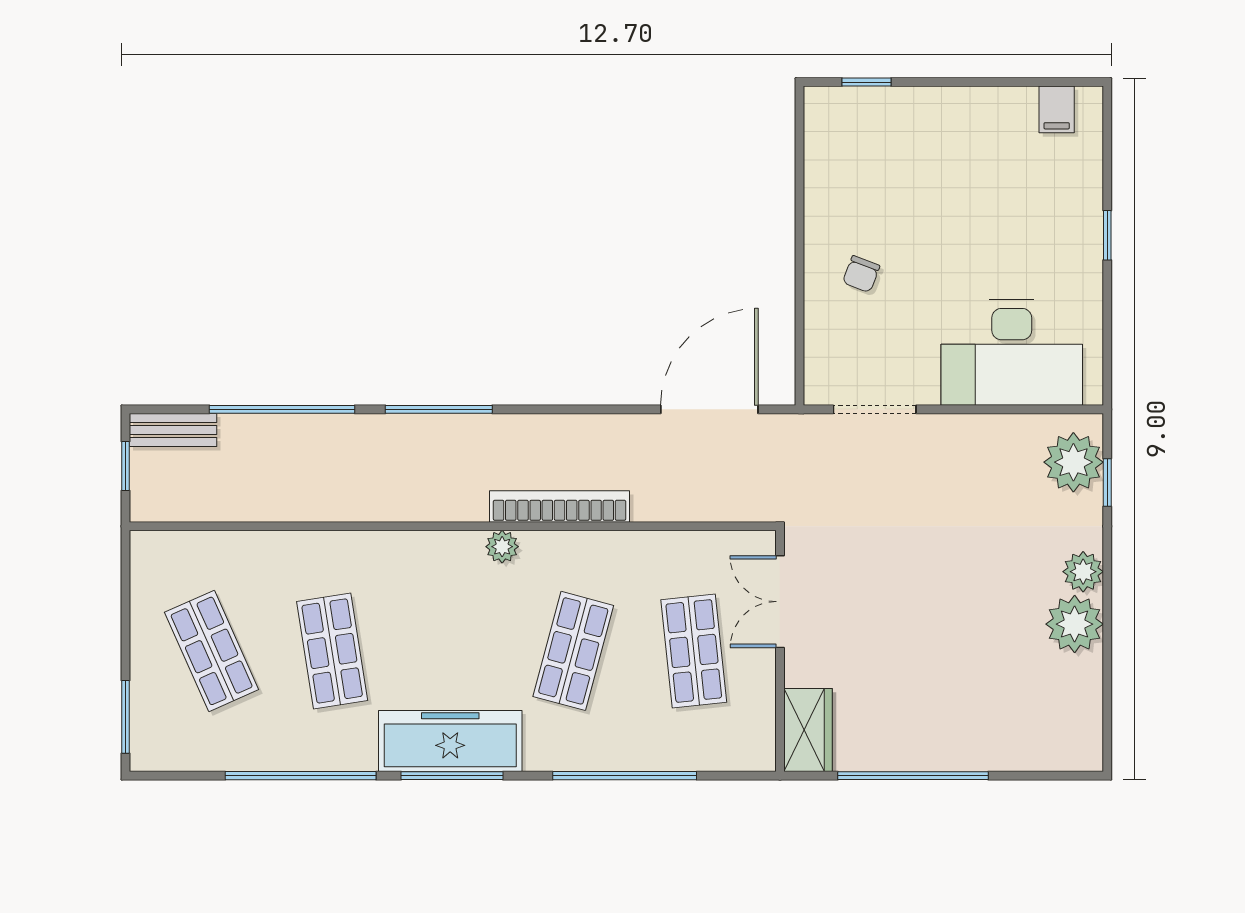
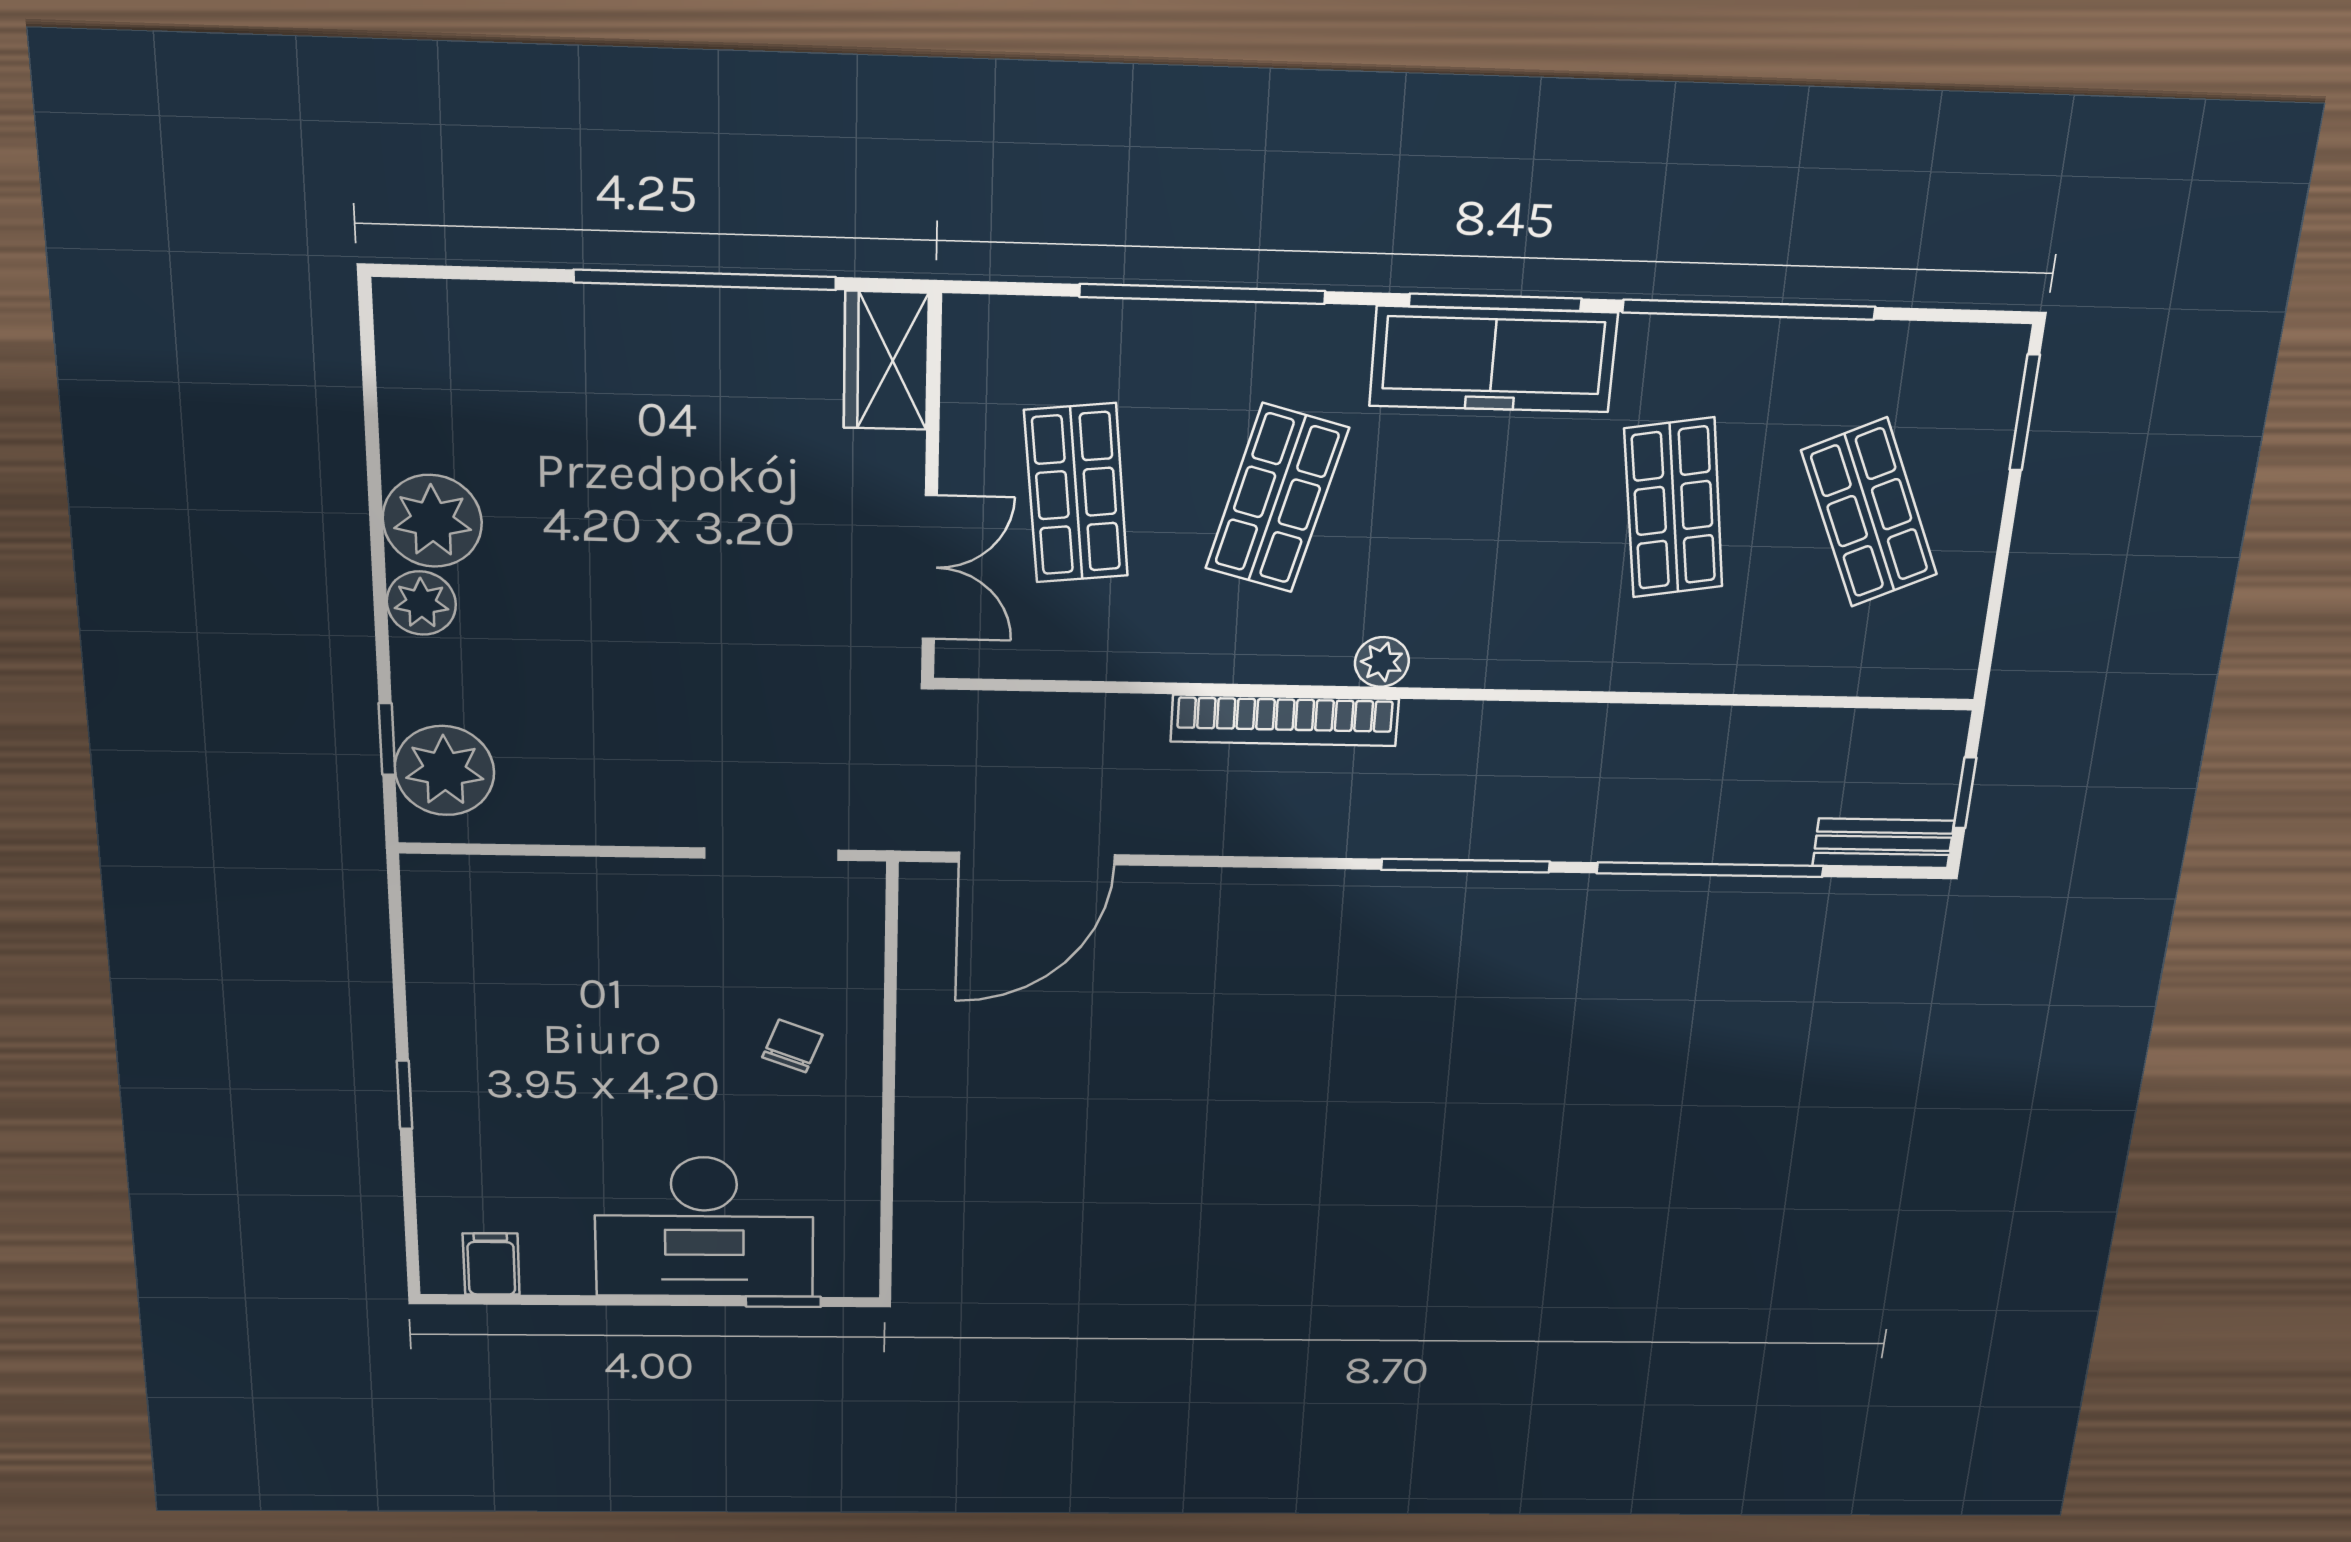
desk: (1012, 353) -> (704, 1227), moved, turned 180

